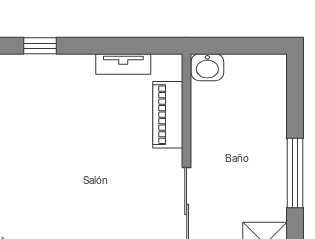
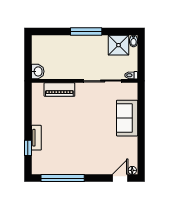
tv unit: (123, 64) -> (36, 138), moved

